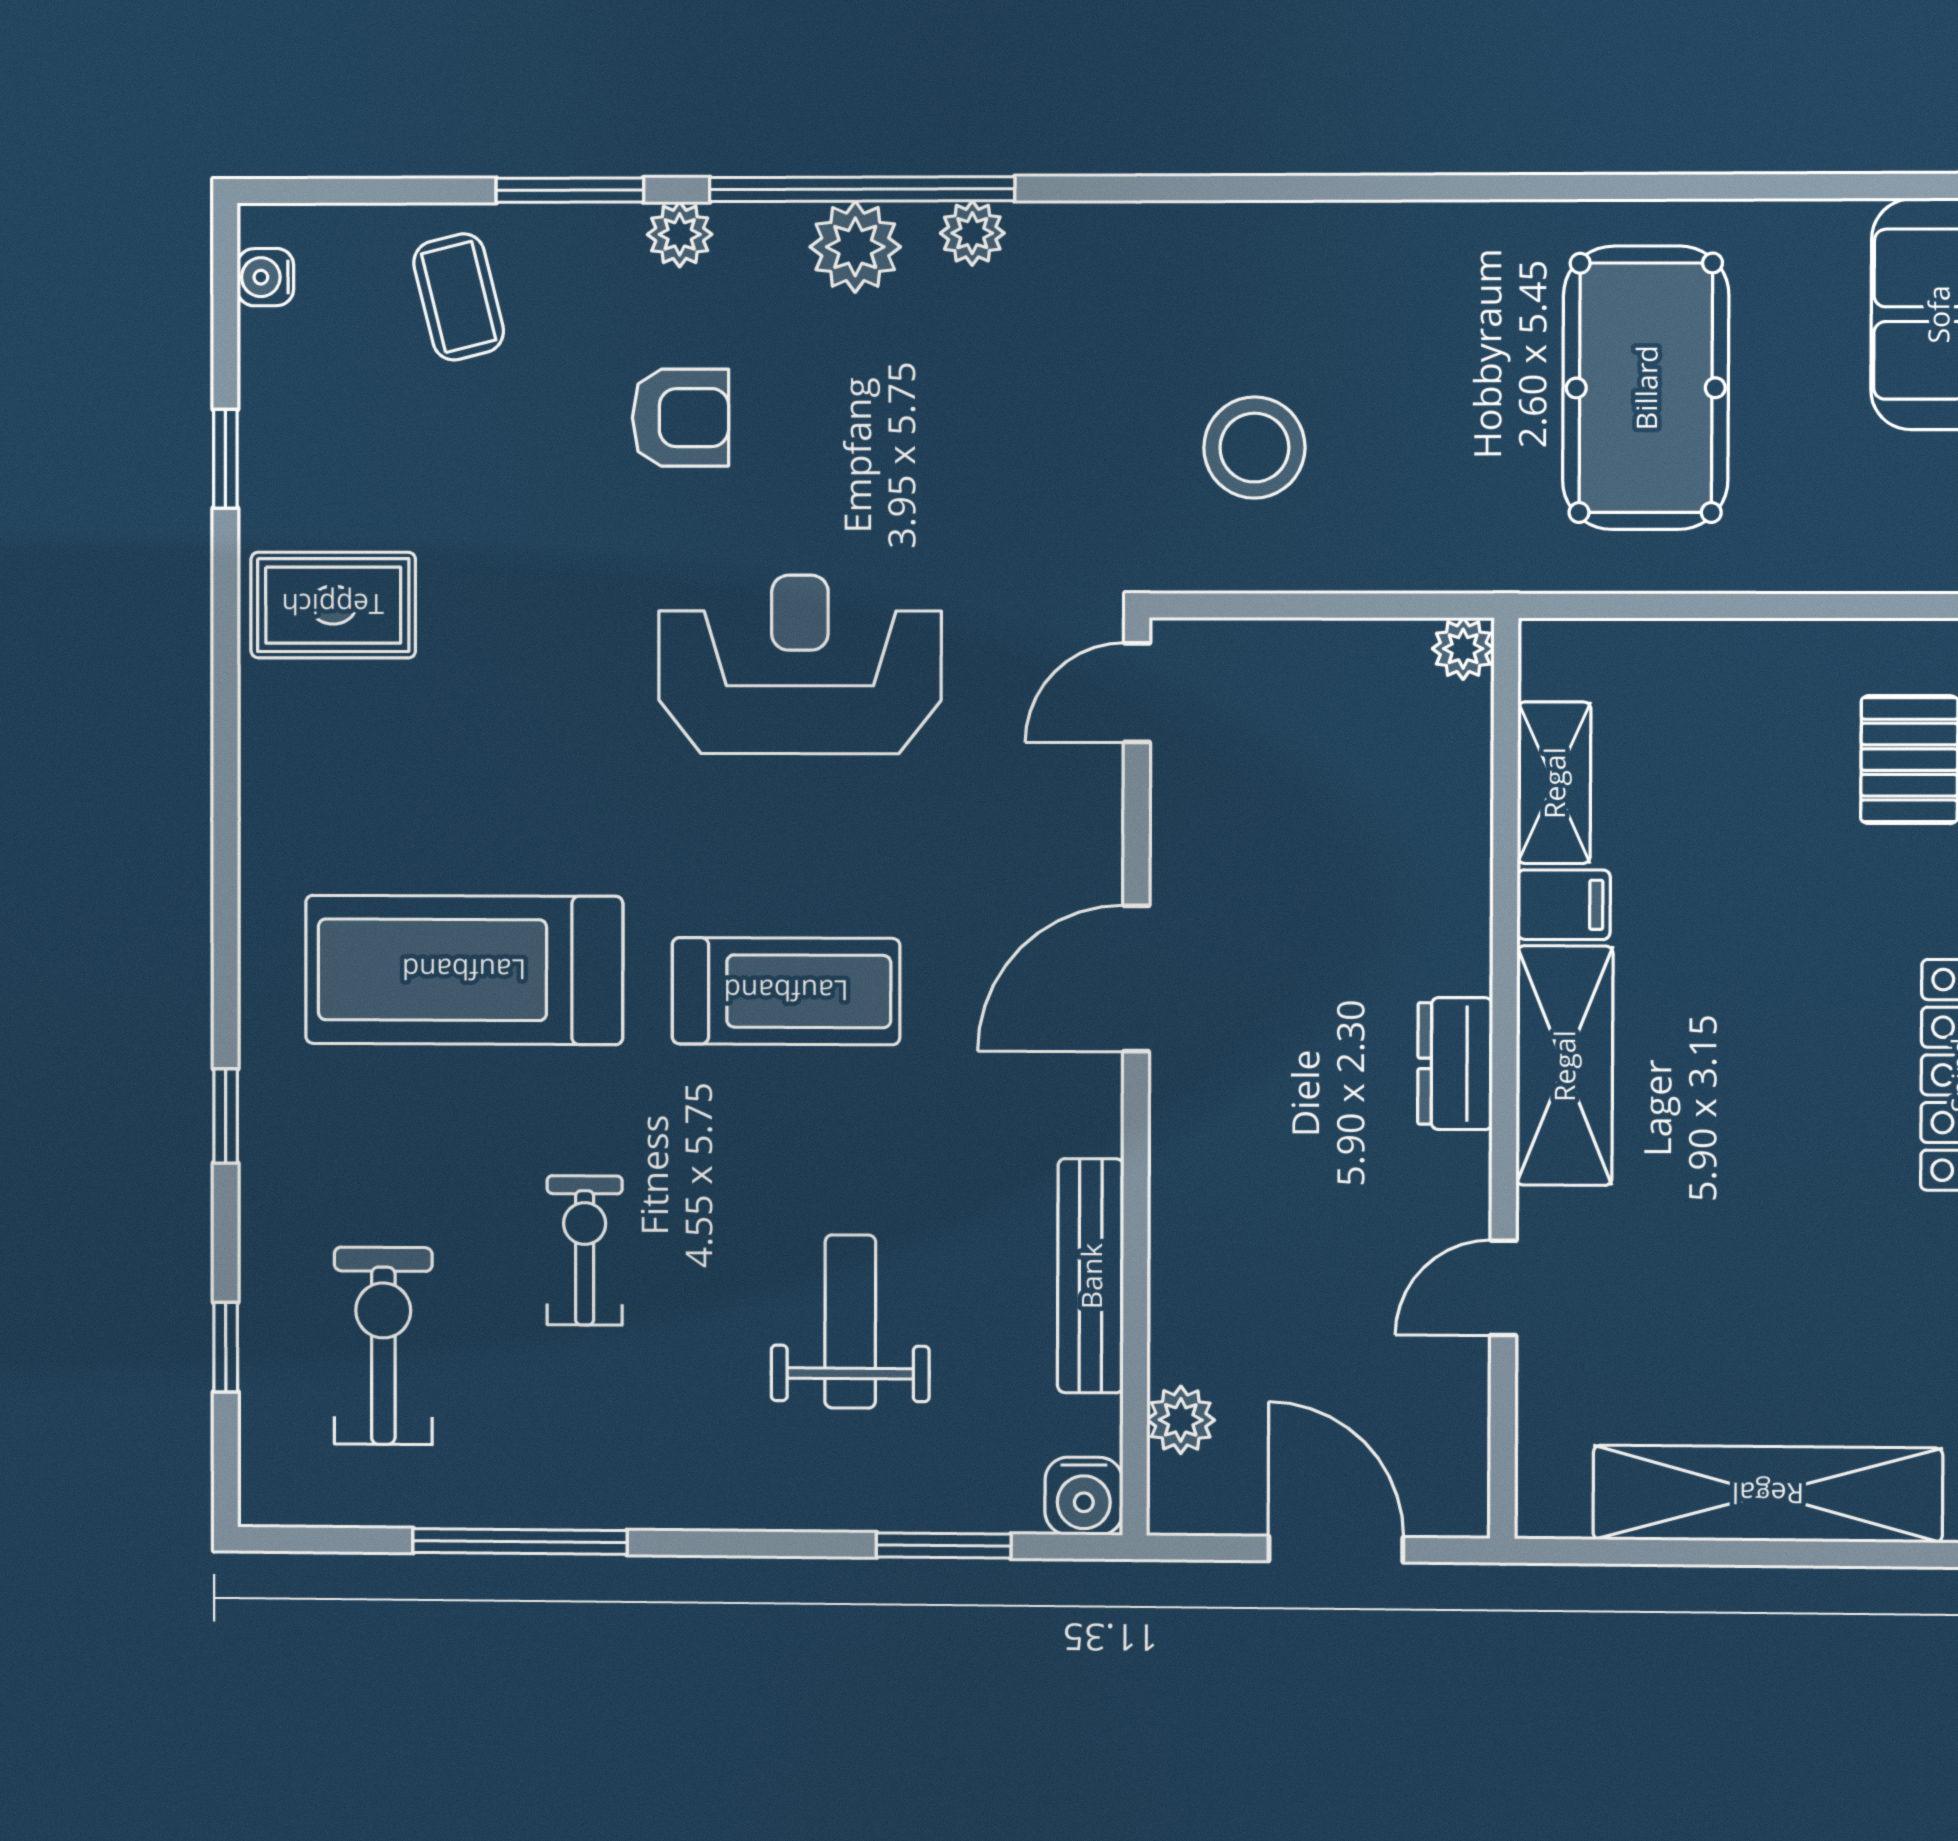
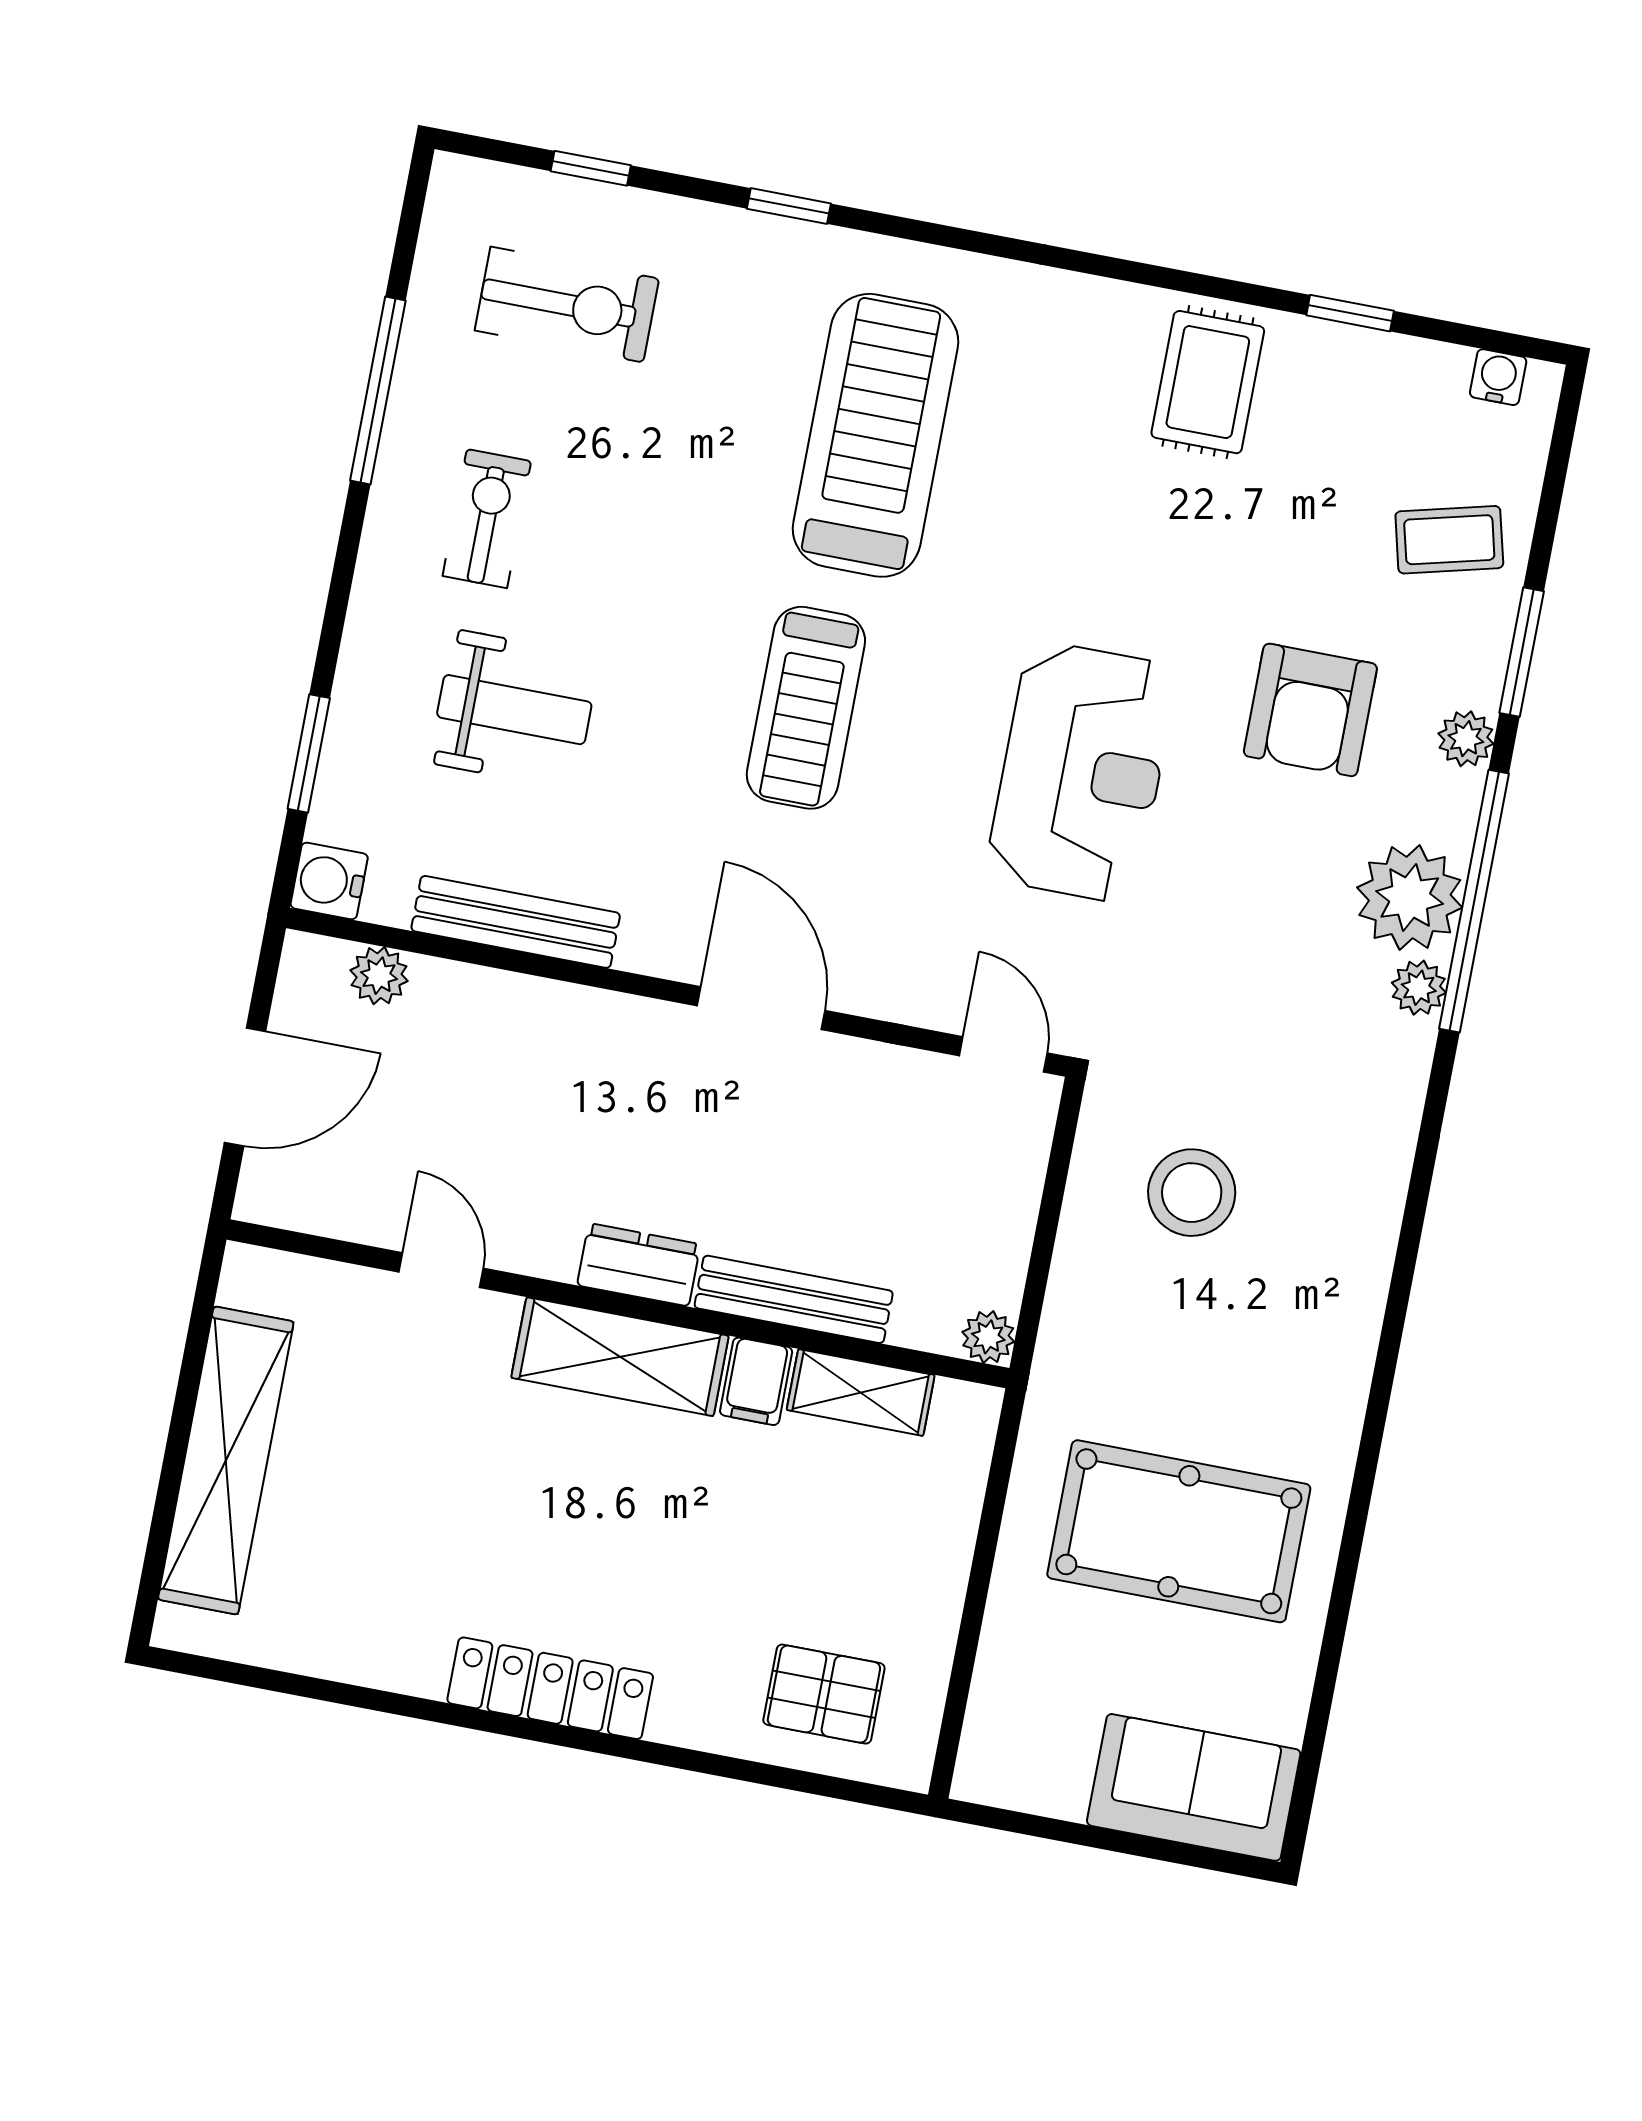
plant: (855, 247) -> (1410, 898), width x1.36, depth x1.36
armchair: (680, 418) -> (1310, 710), width x1.38, depth x1.38
bench: (1462, 879) -> (794, 1299), added
exercise bike: (585, 1250) -> (487, 519), moved, turned -90

